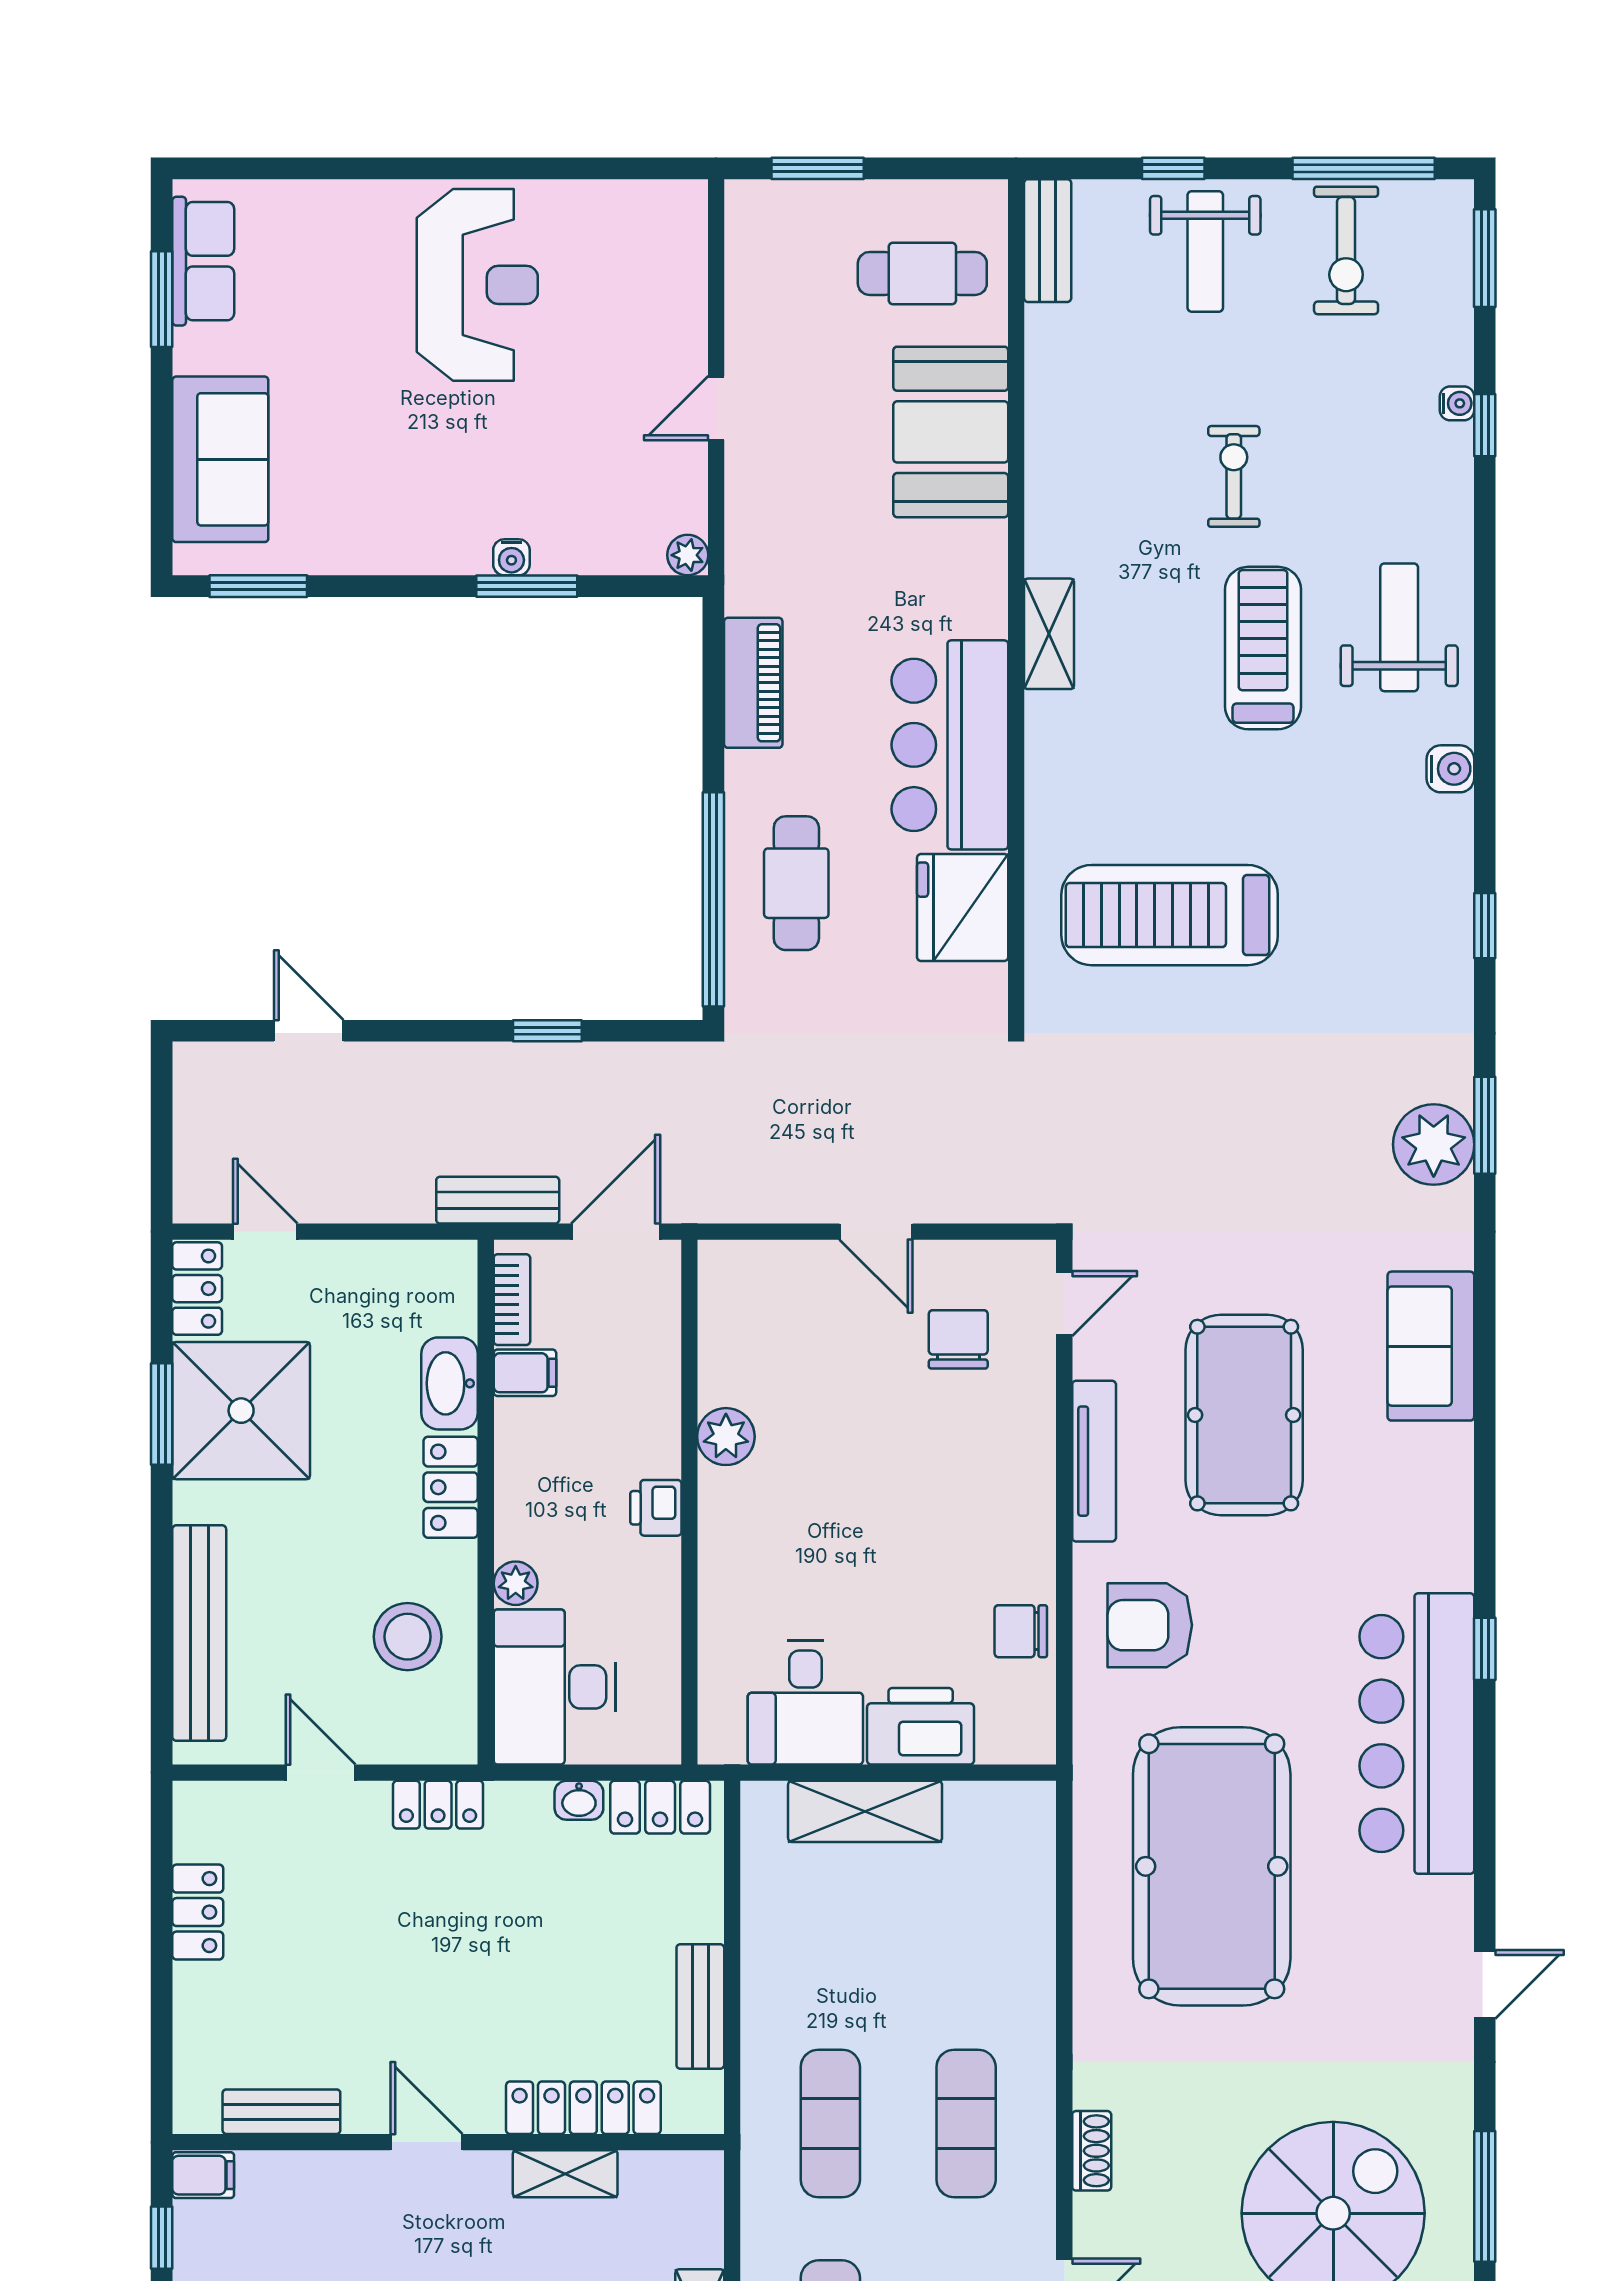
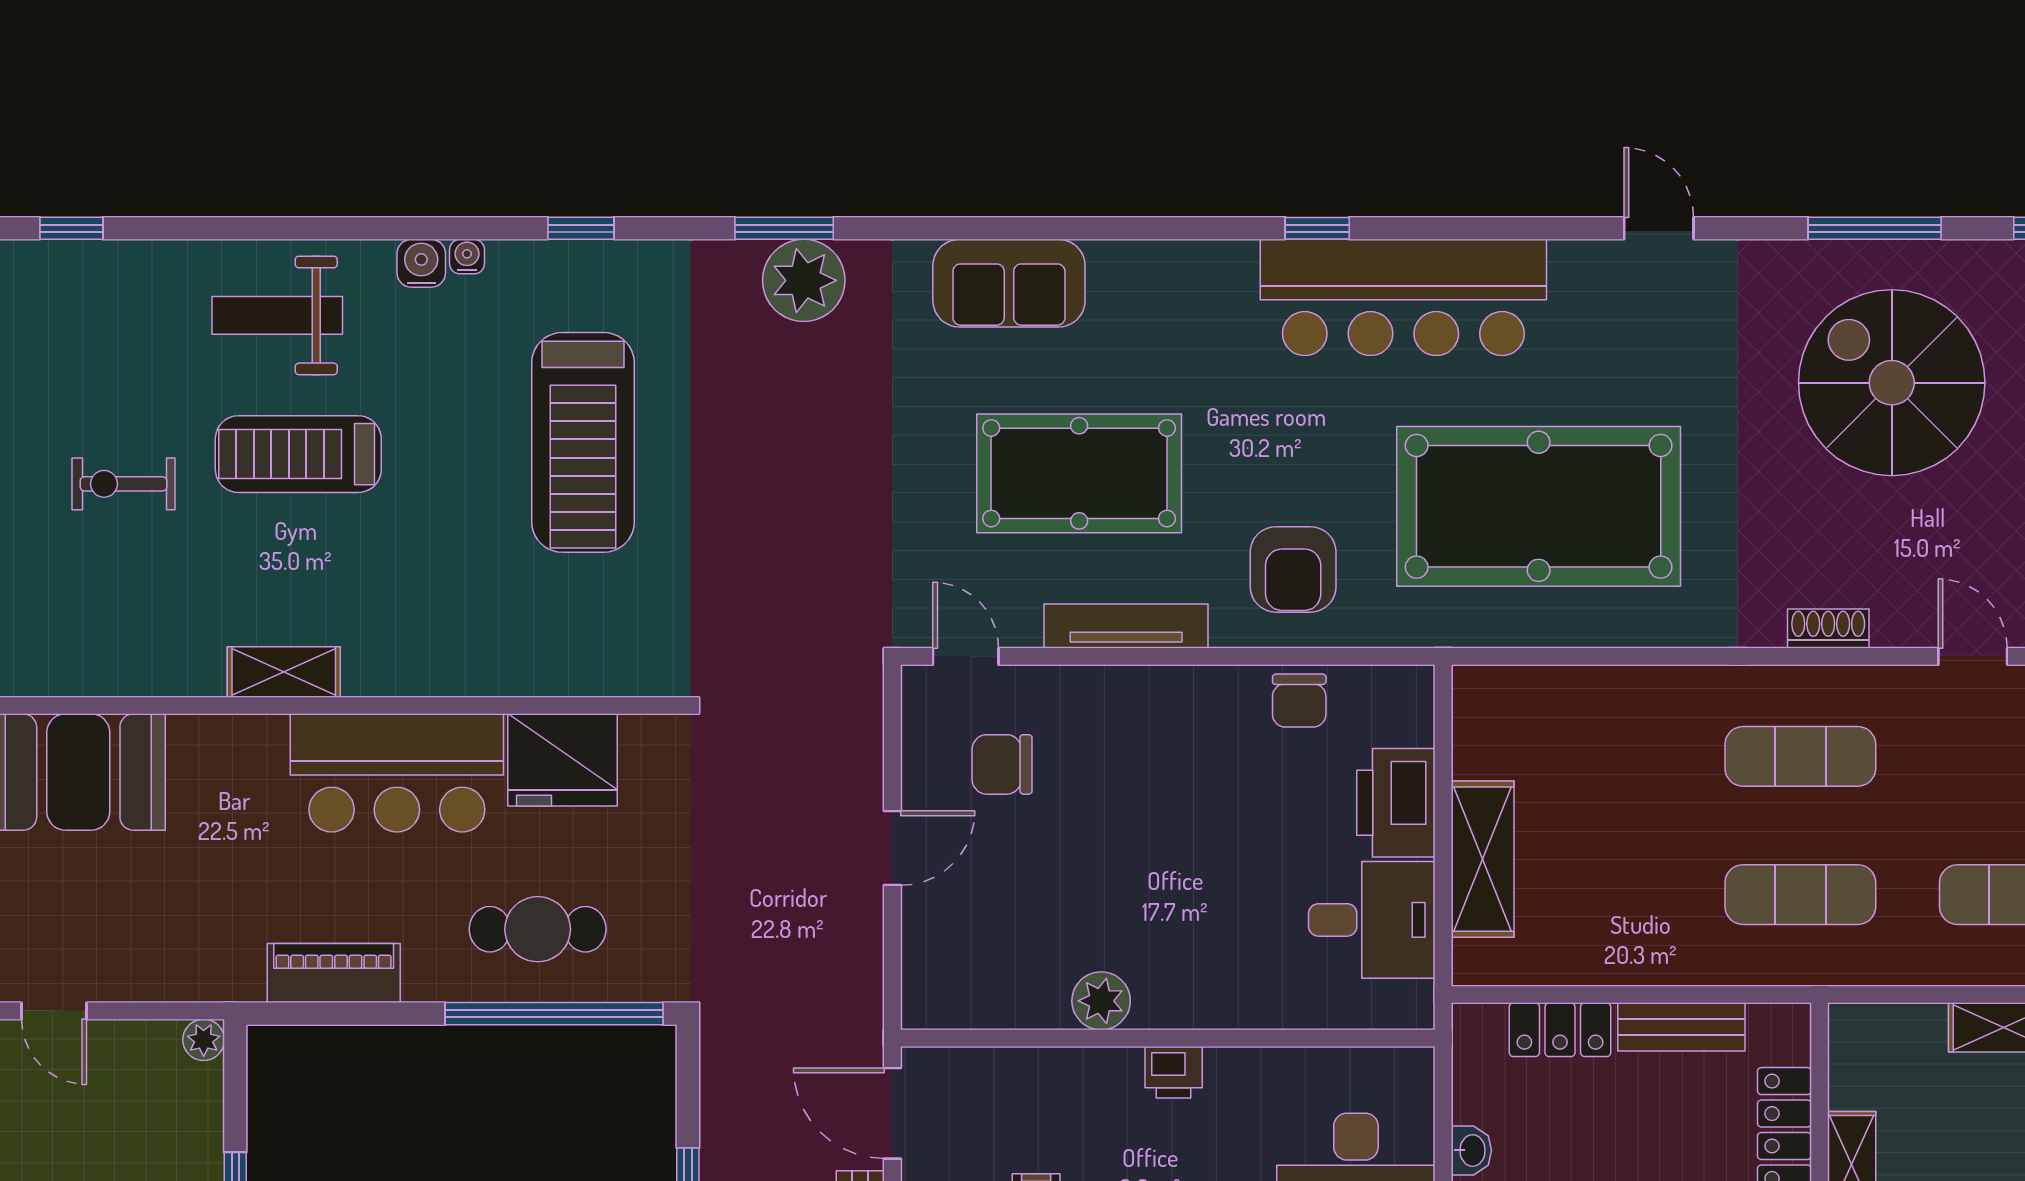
water cooler: (1457, 403) -> (467, 257), moved
treadmill: (1170, 915) -> (583, 442), moved
locker: (660, 1807) -> (1560, 1030), moved, turned 90

